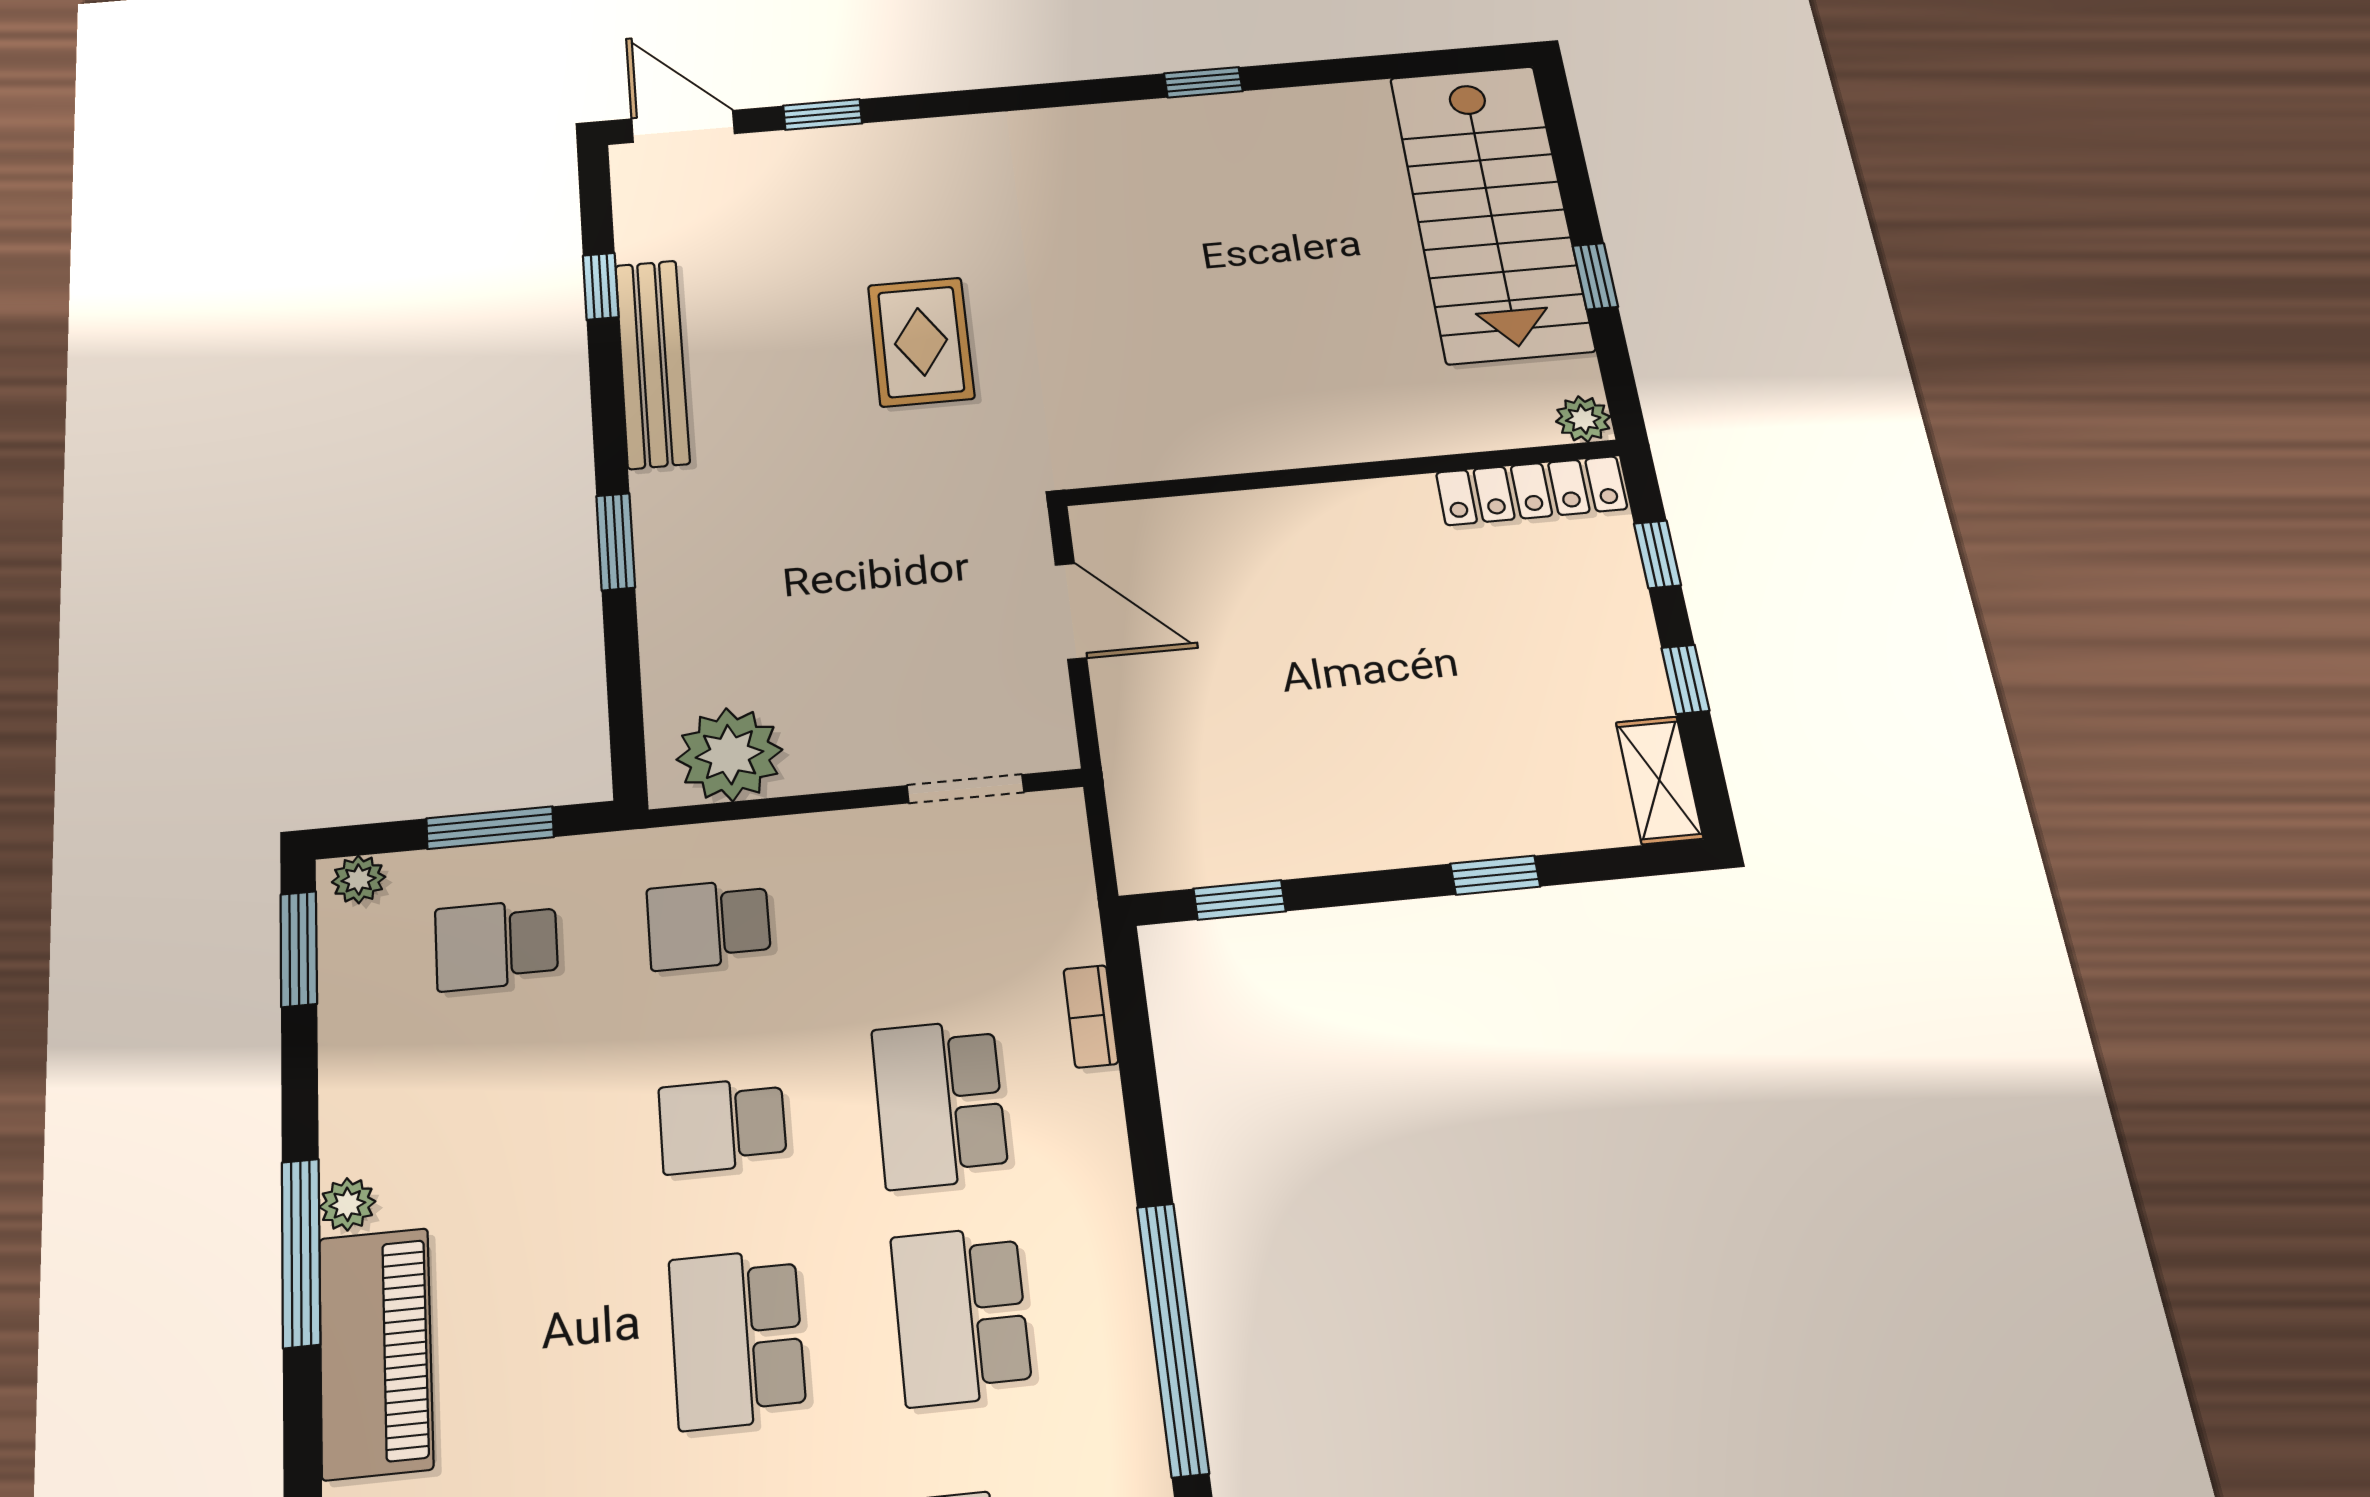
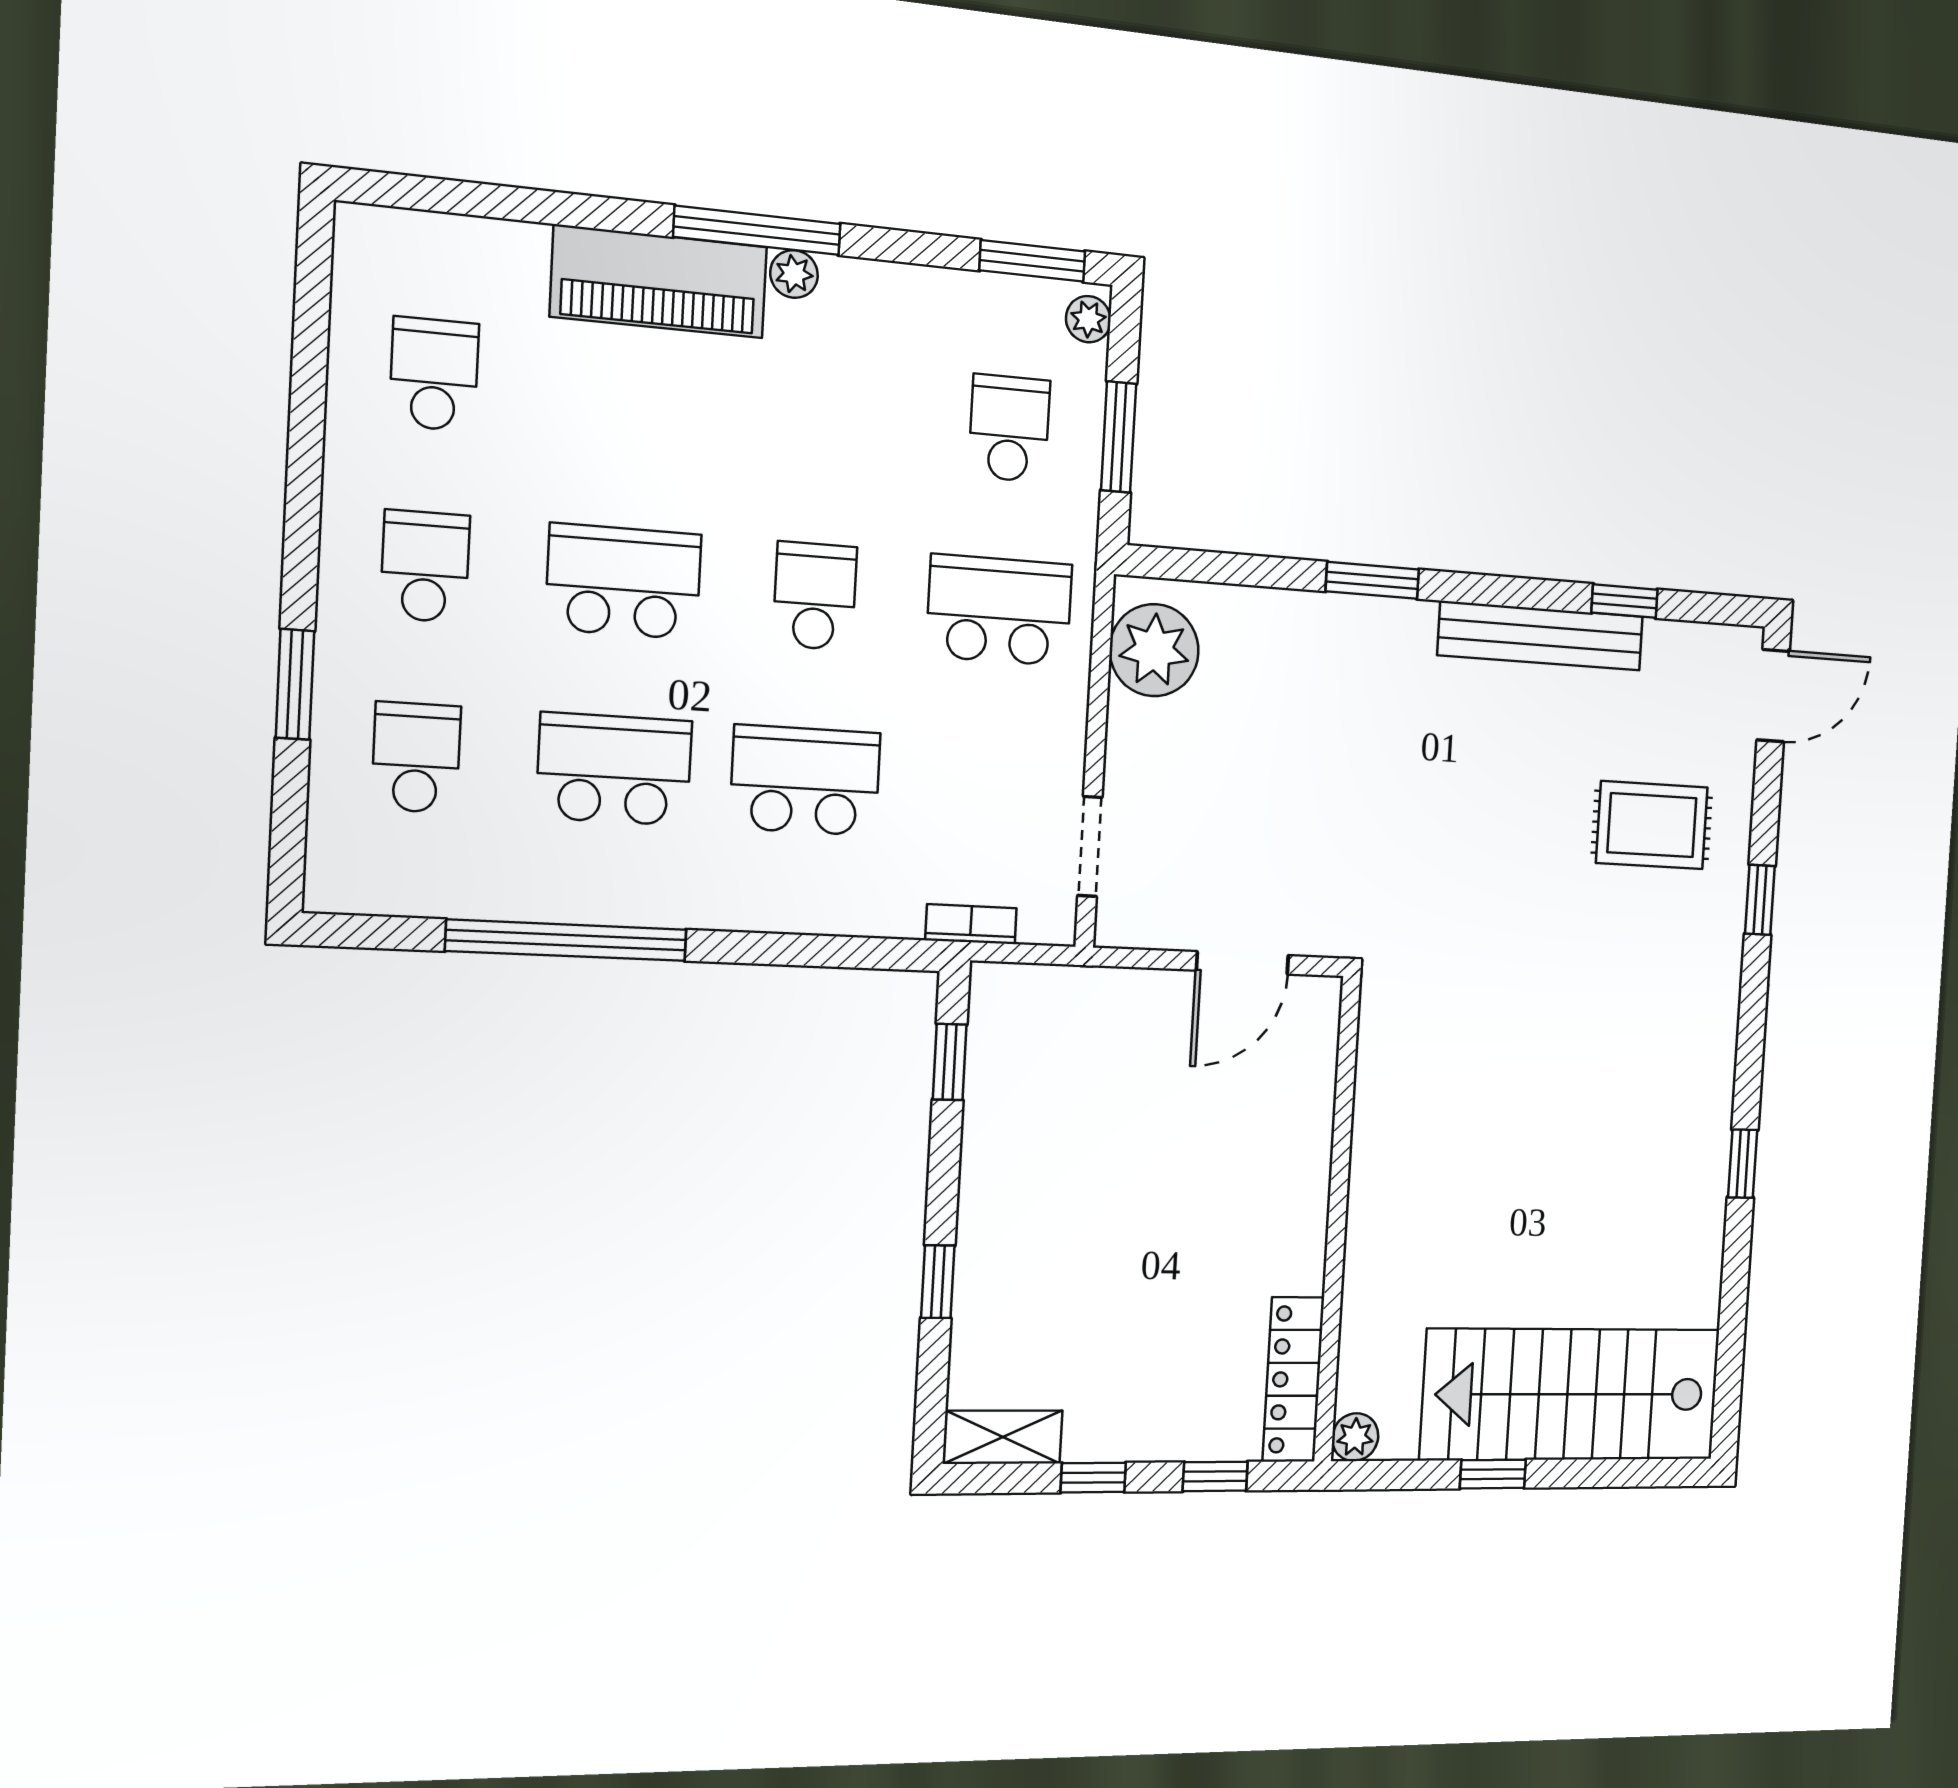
window: (823, 114) -> (1760, 900), moved
rug: (921, 342) -> (1652, 825), moved
school desk: (709, 924) -> (999, 610), width x1.85
bookcase: (1091, 1016) -> (971, 924), moved

